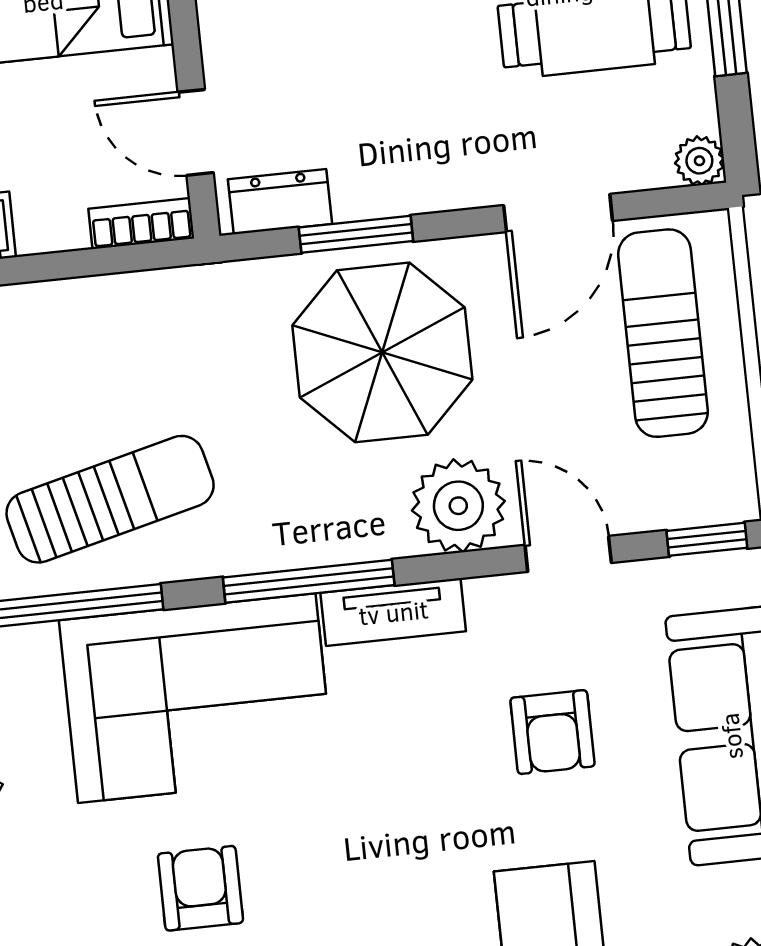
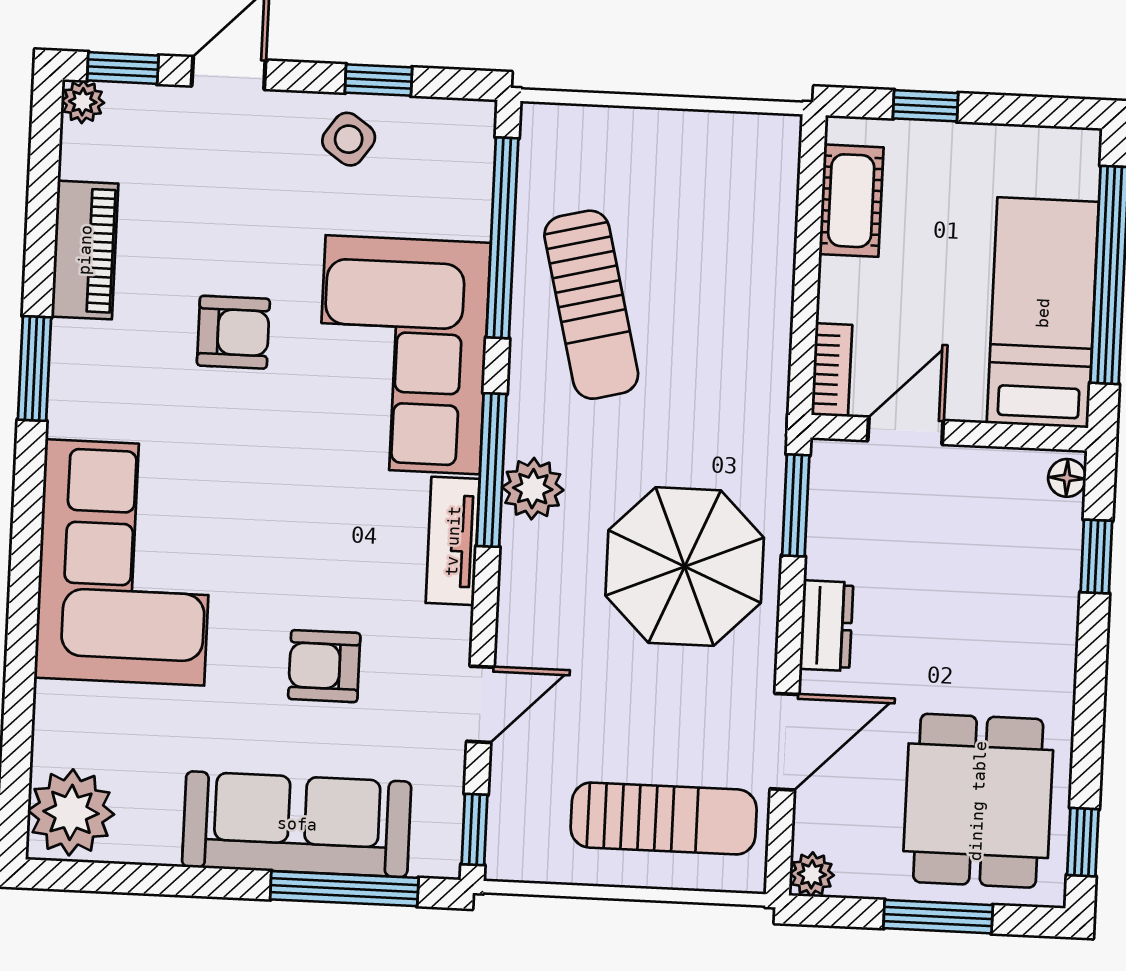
dresser: (280, 202) -> (826, 626), moved
door: (558, 213) -> (785, 742), swing flipped
window: (356, 234) -> (796, 505), moved
plant: (458, 506) -> (533, 489), moved, width x0.73, depth x0.73

